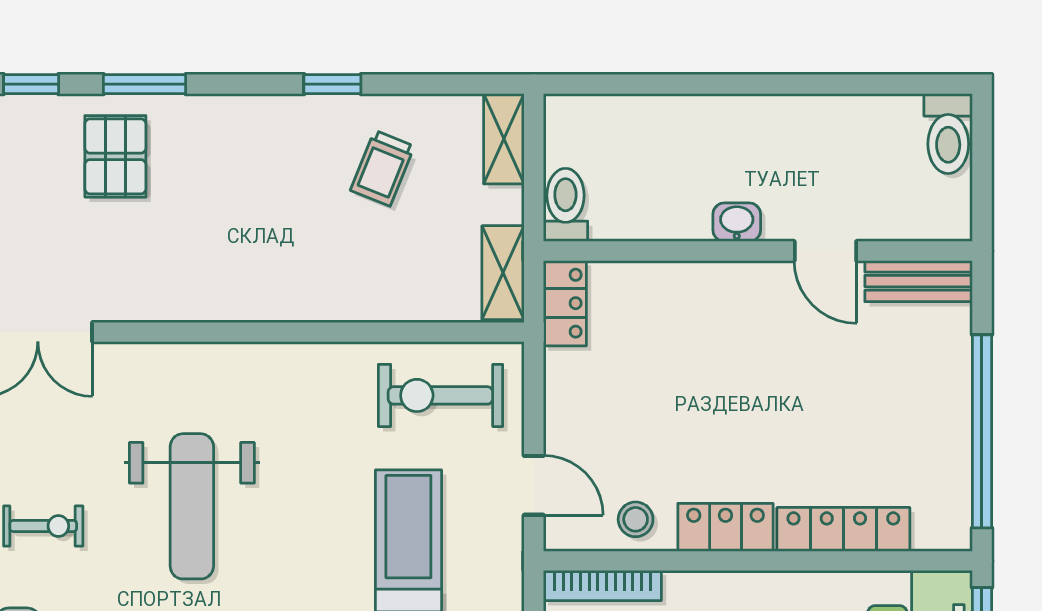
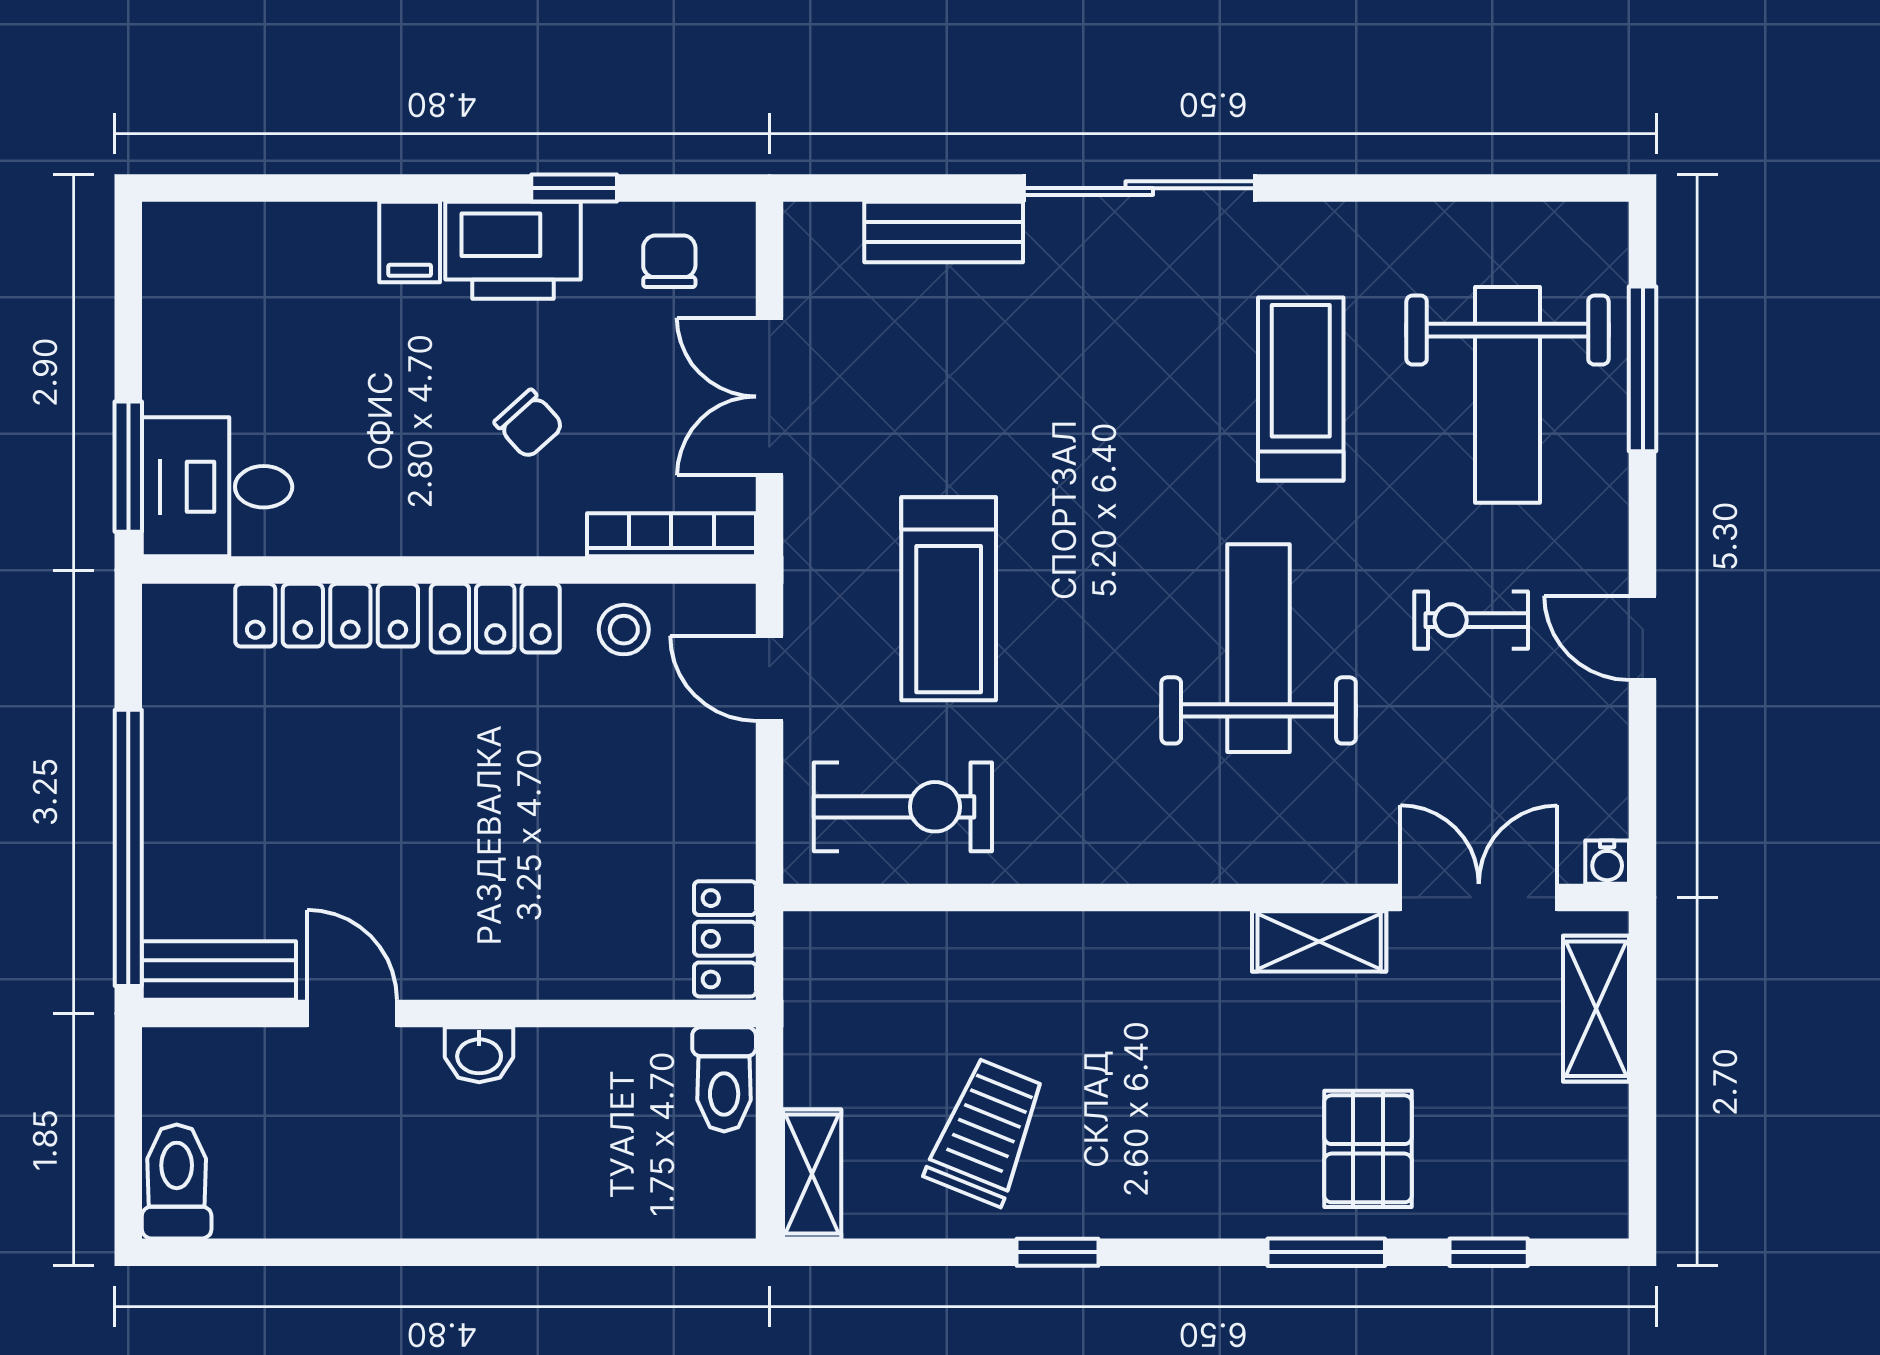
trolley: (382, 168) -> (986, 1132), width x1.36, depth x1.39
shelving: (503, 273) -> (1319, 941), moved, turned 90
window: (982, 431) -> (128, 848), moved

